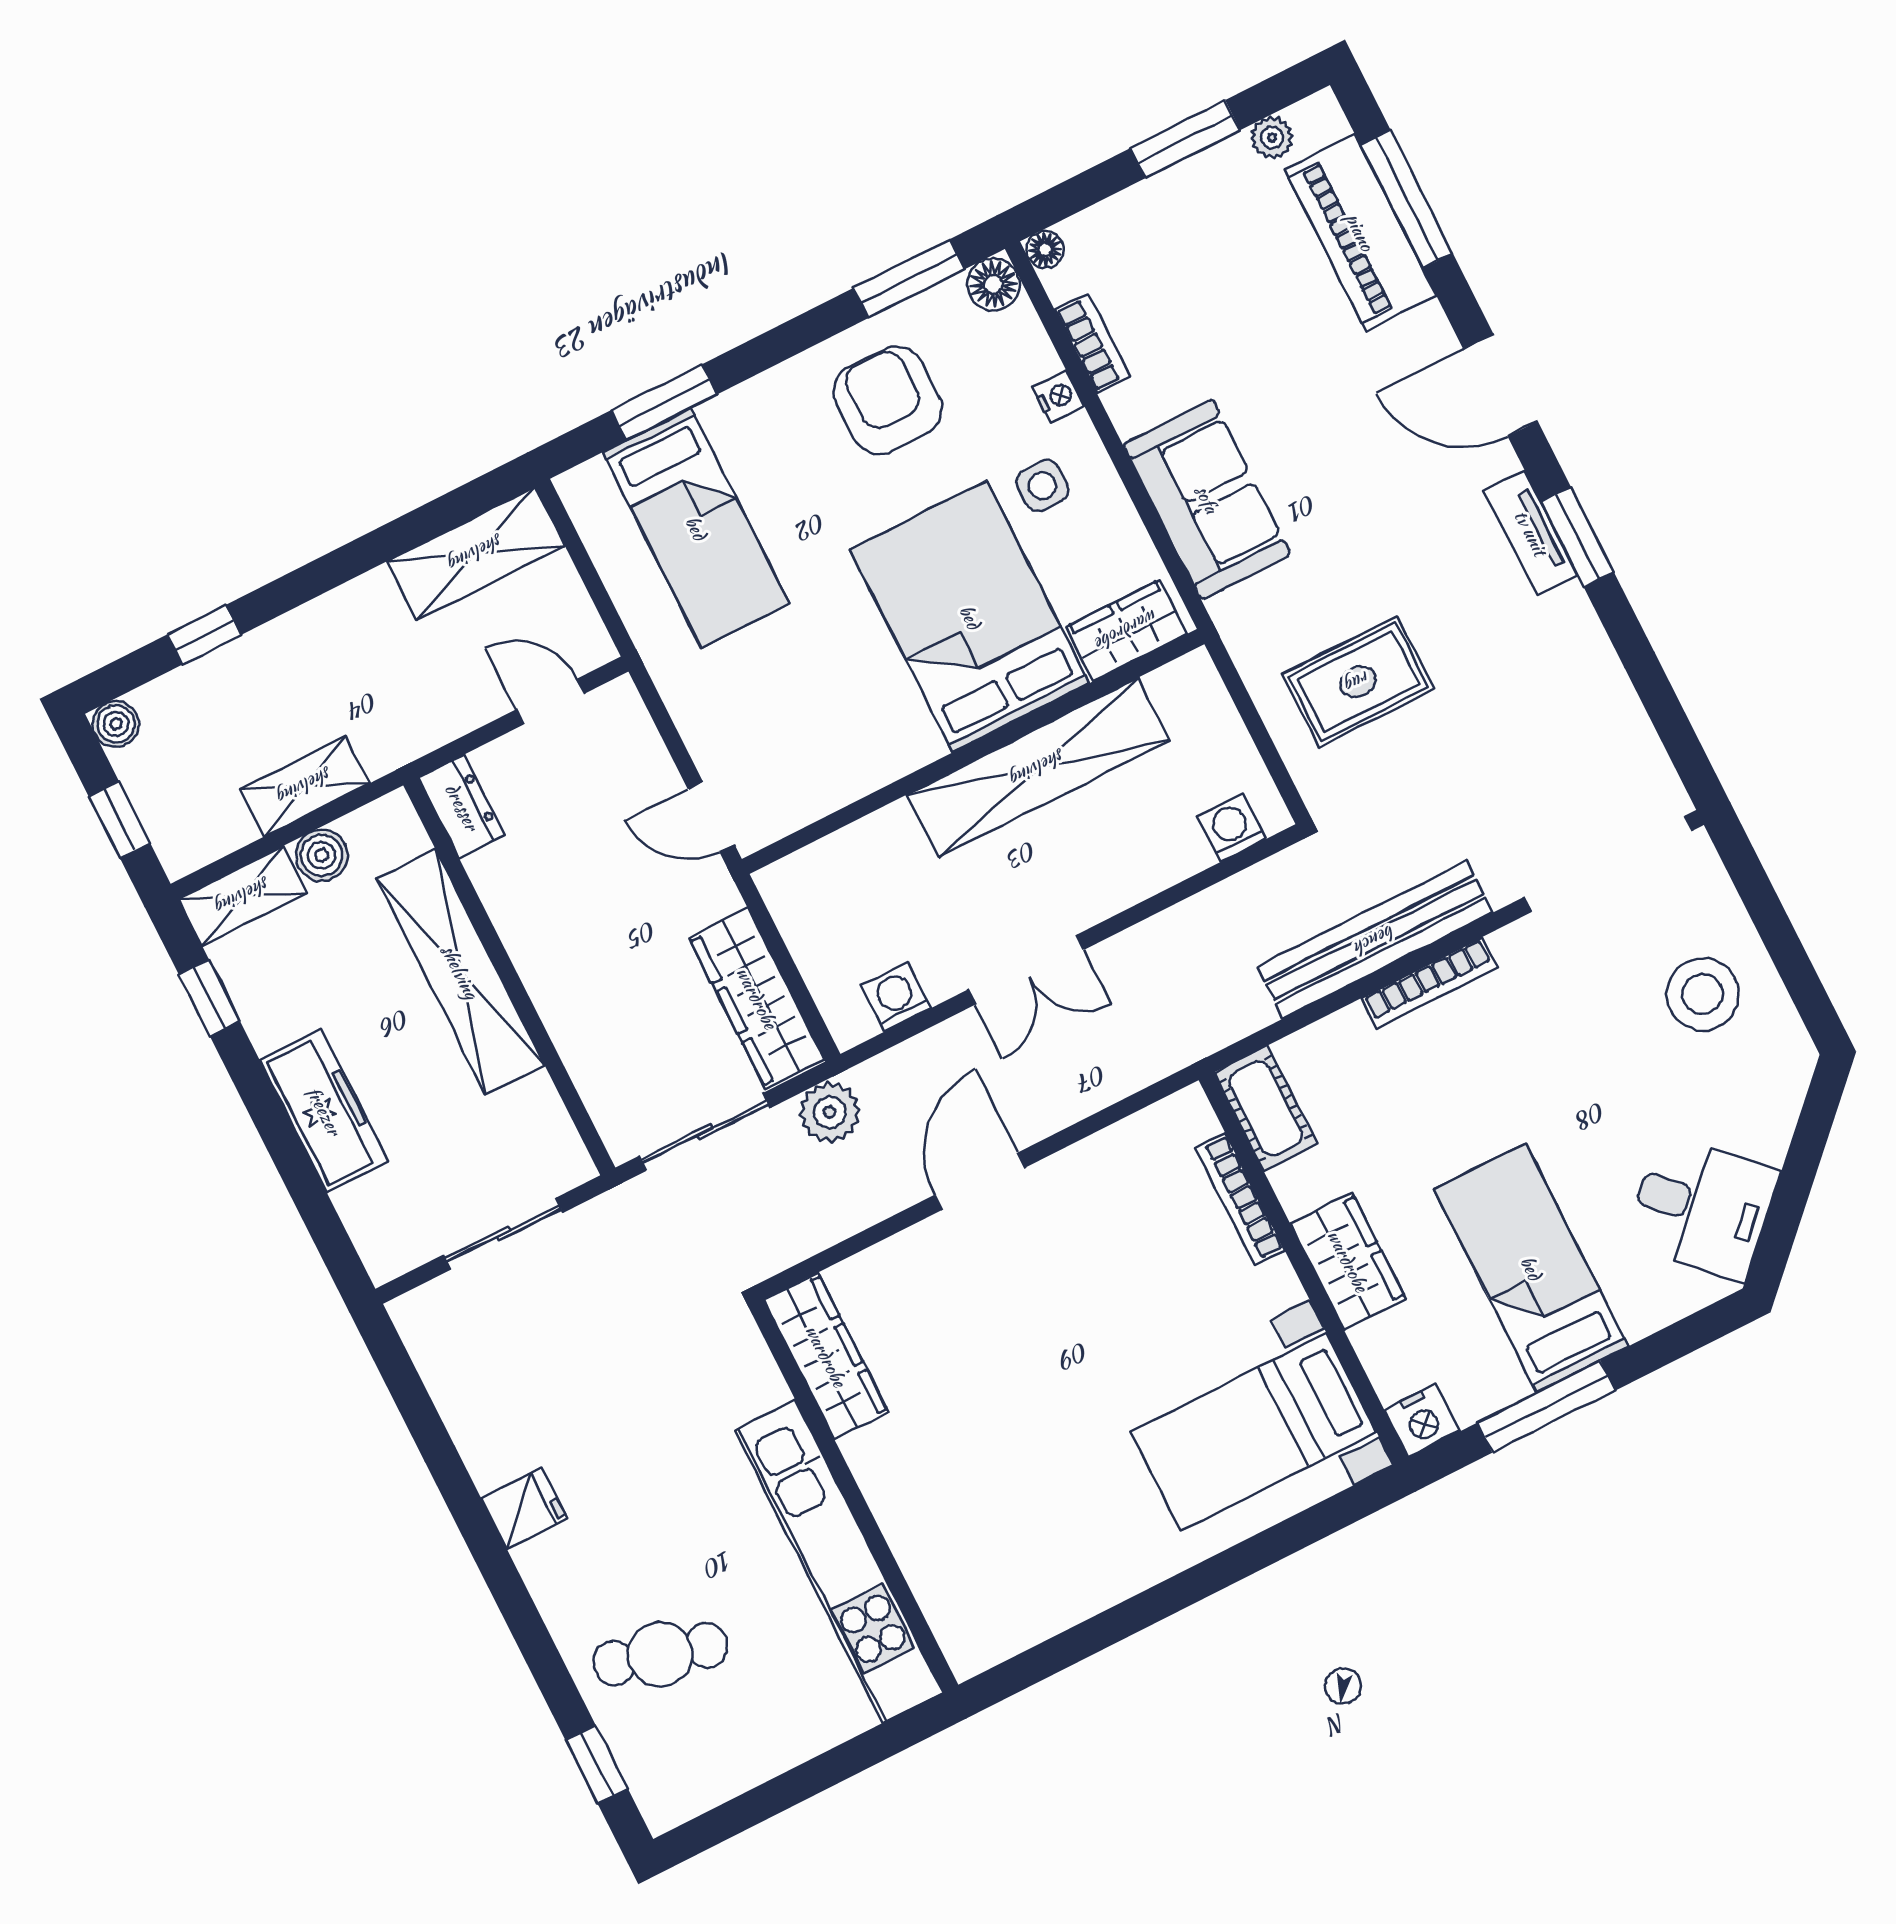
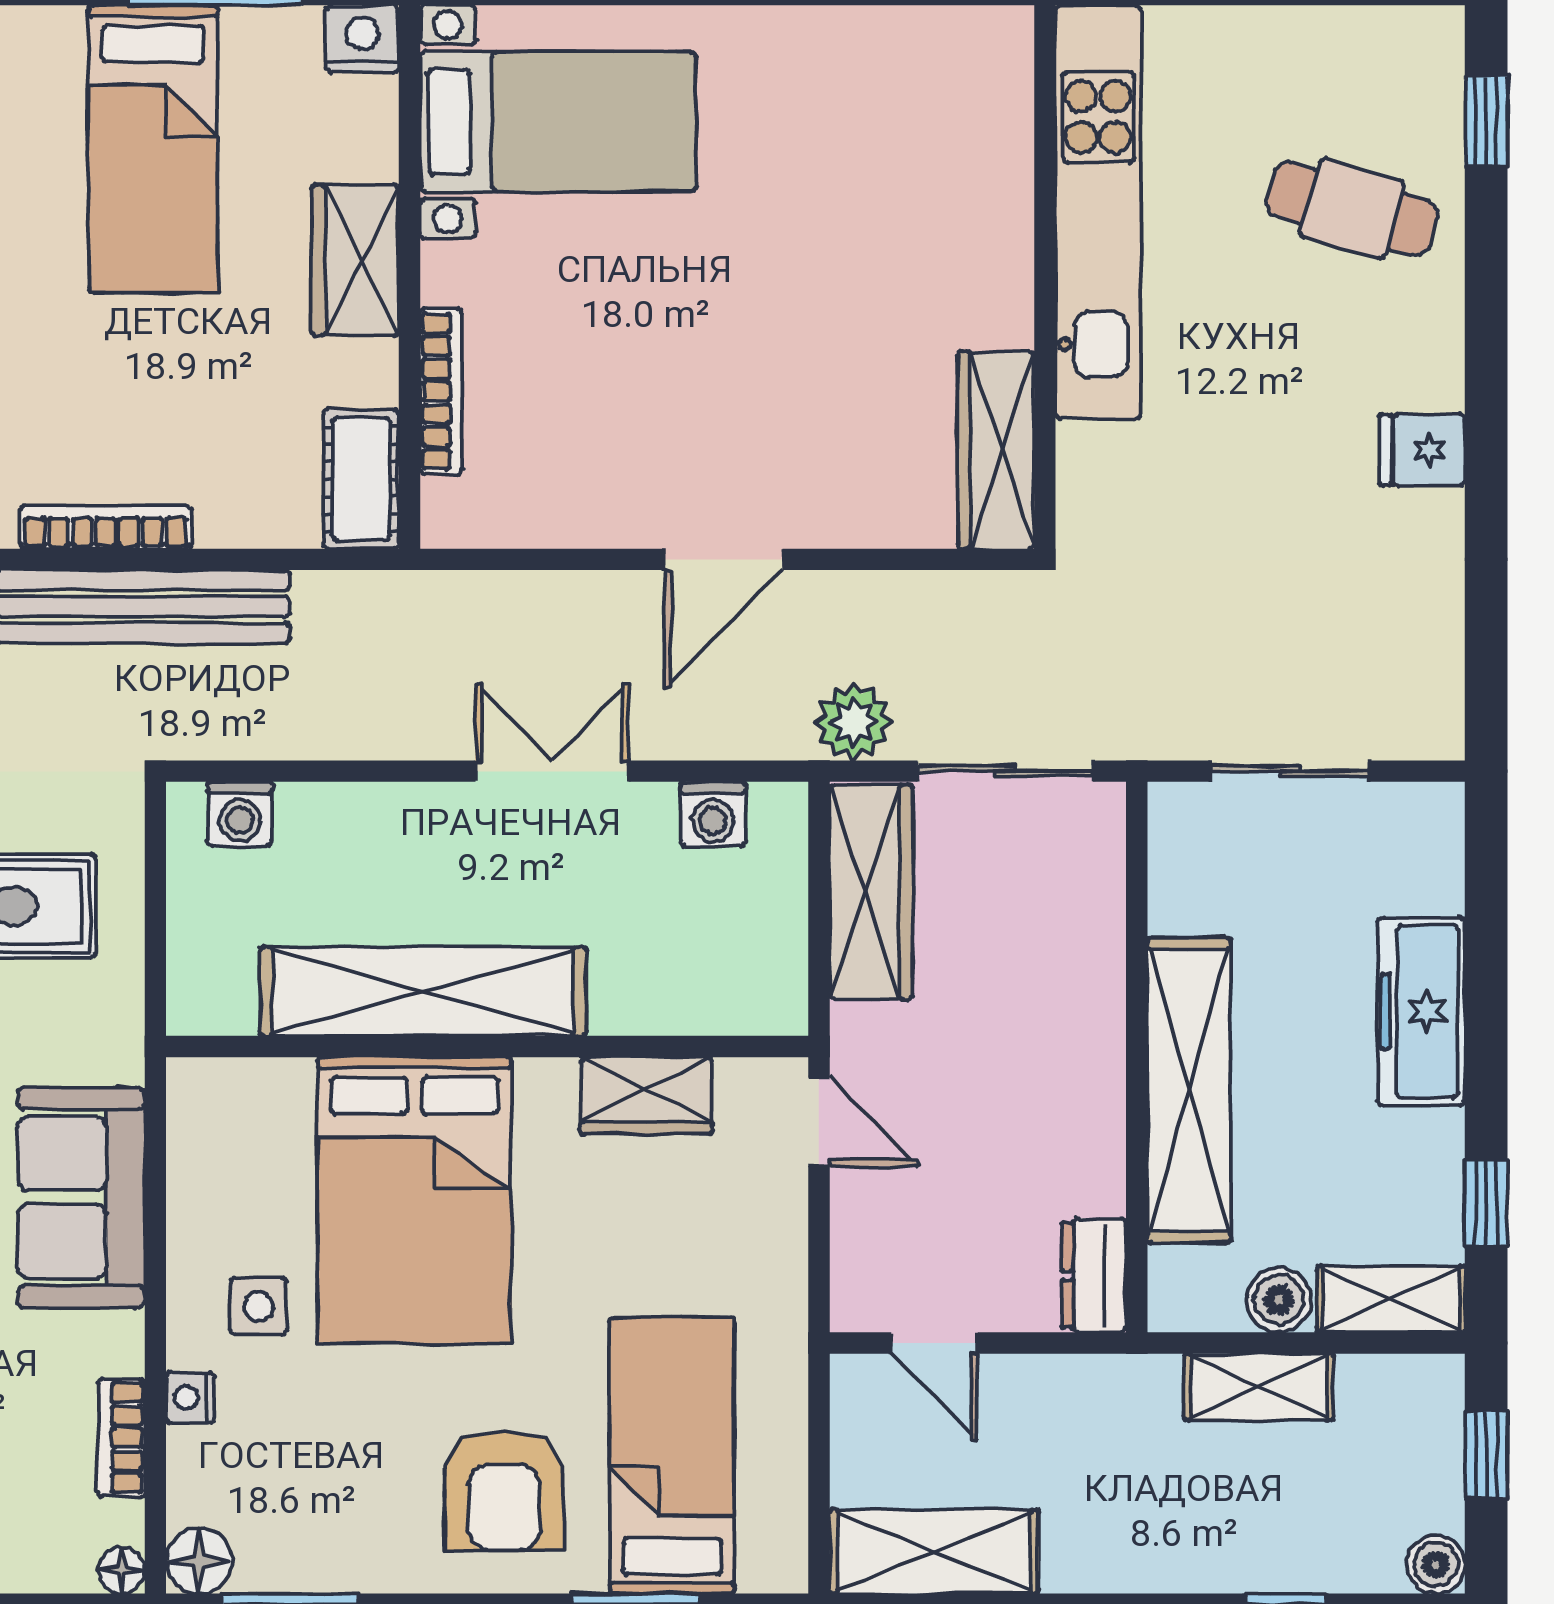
armchair: (888, 400) -> (504, 1491), moved
wardrobe: (1127, 630) -> (646, 1095), moved

